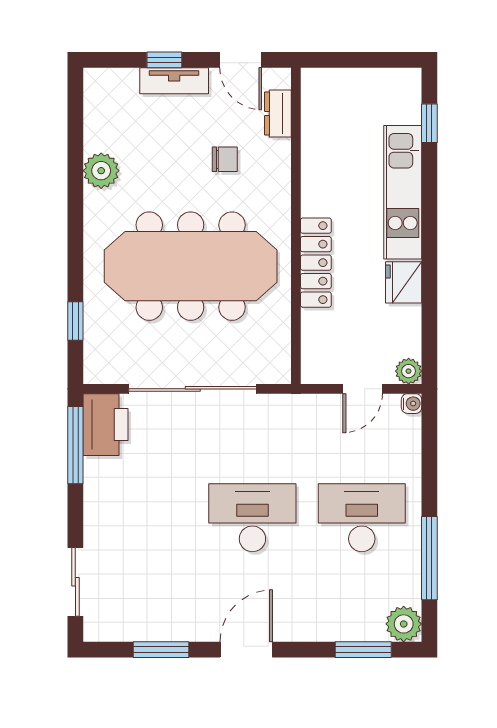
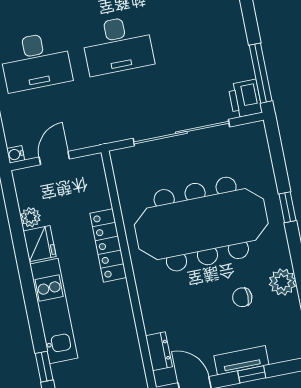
chair: (225, 159) -> (242, 297), moved
window: (75, 321) -> (287, 207), moved
plant: (409, 371) -> (30, 217), moved
printer: (106, 425) -> (245, 99), width x0.73, depth x0.84

